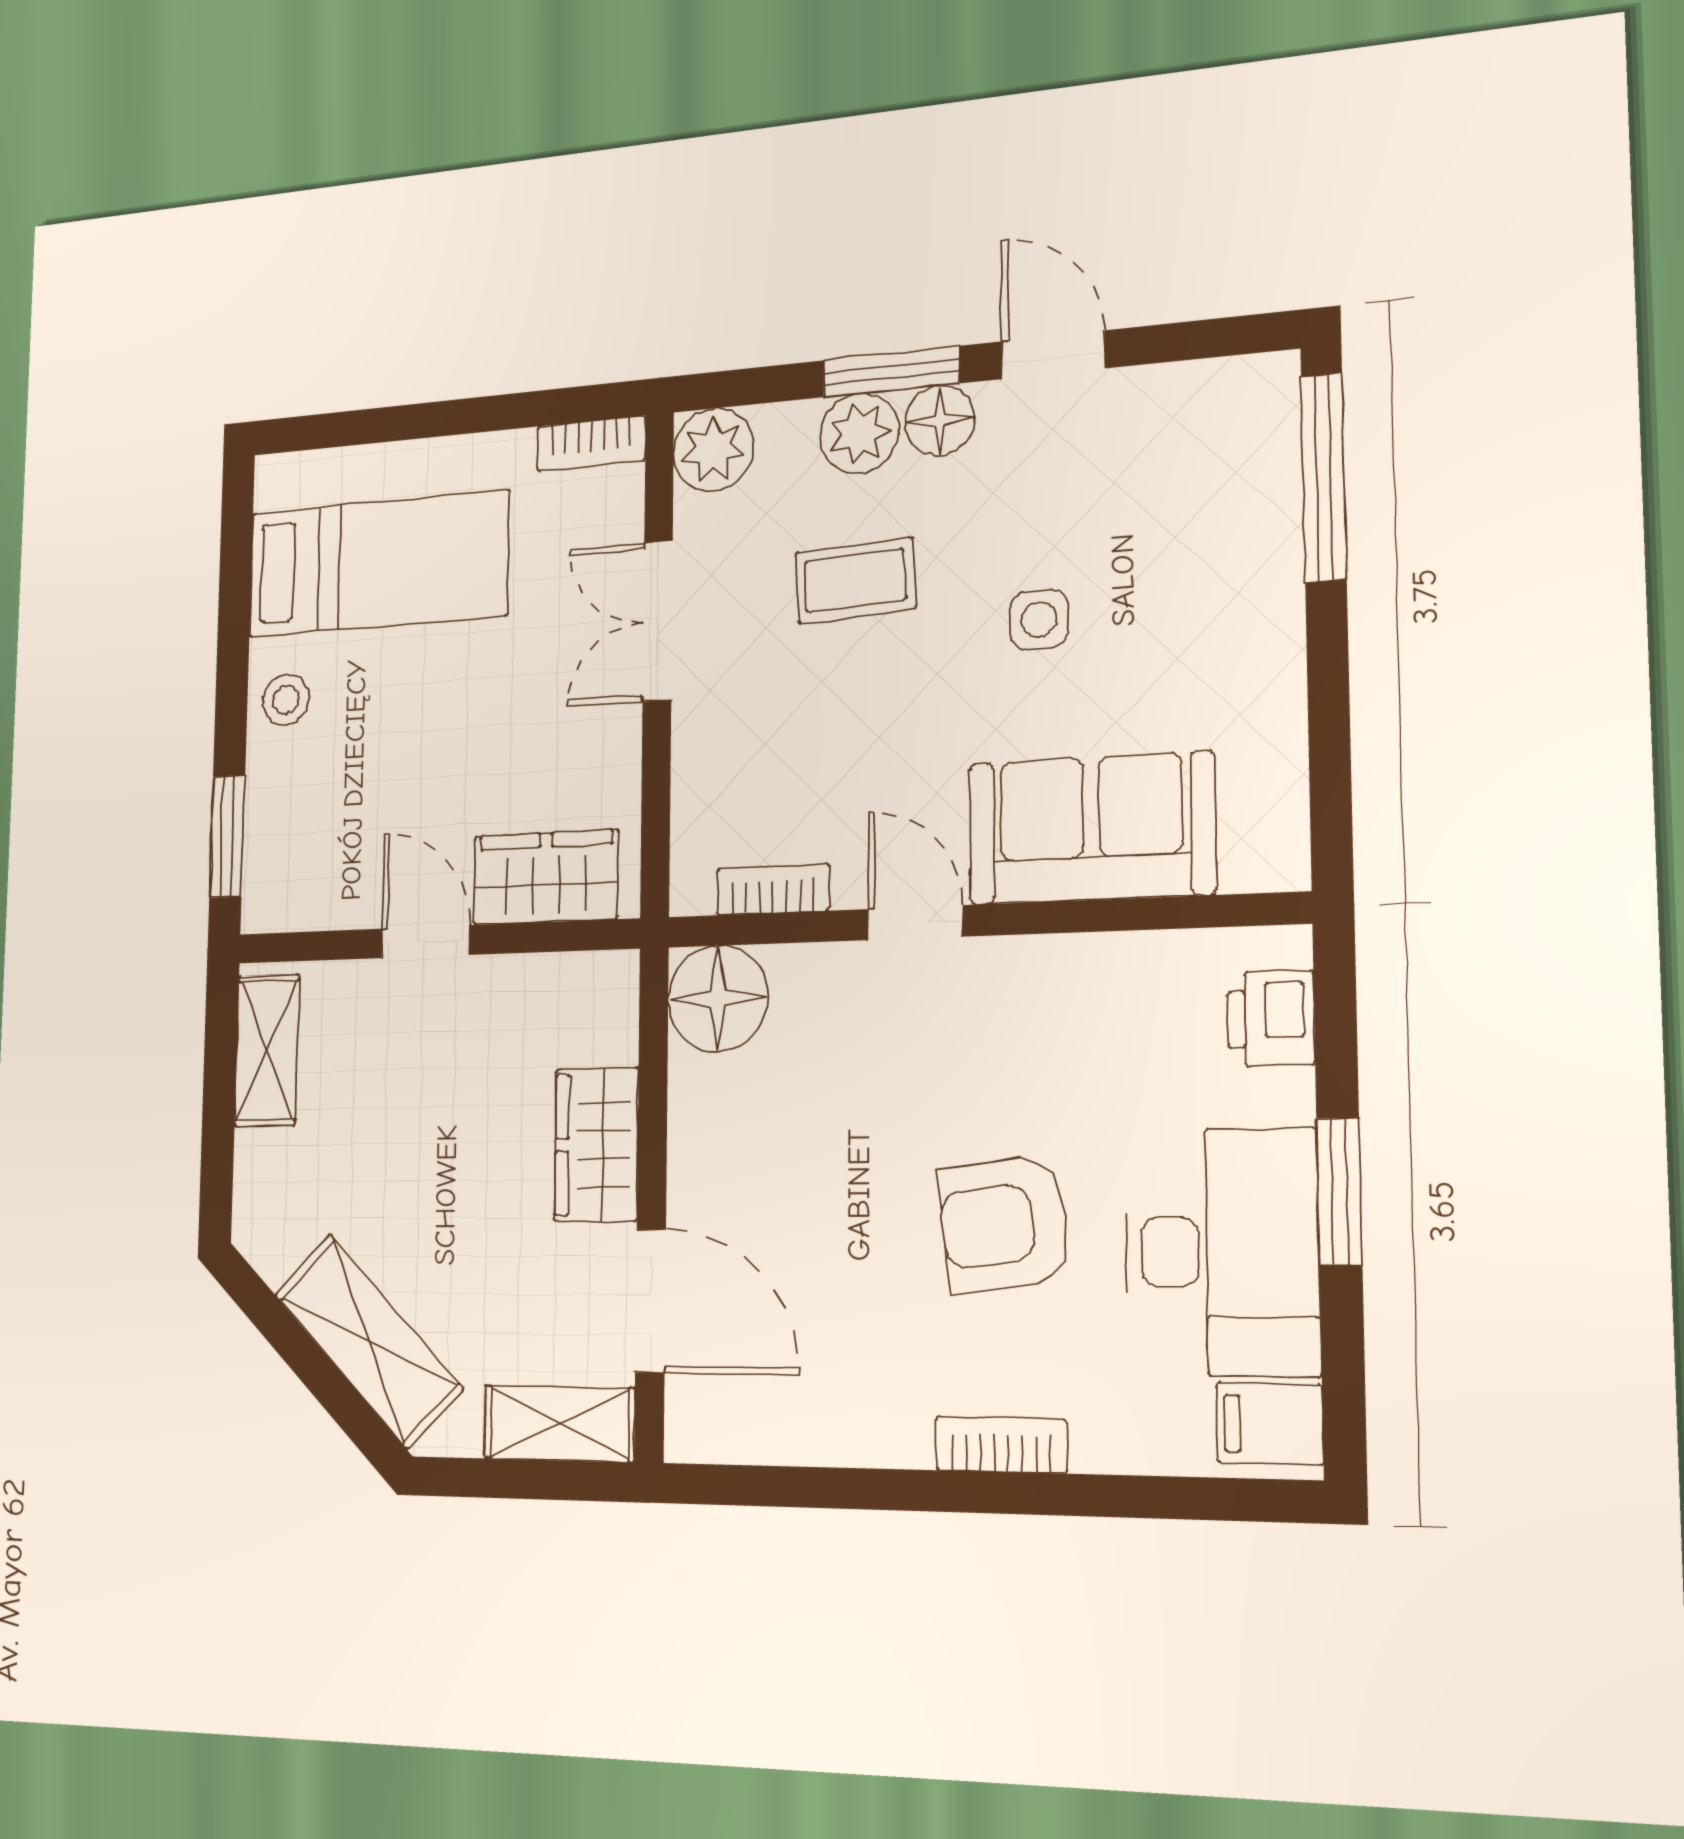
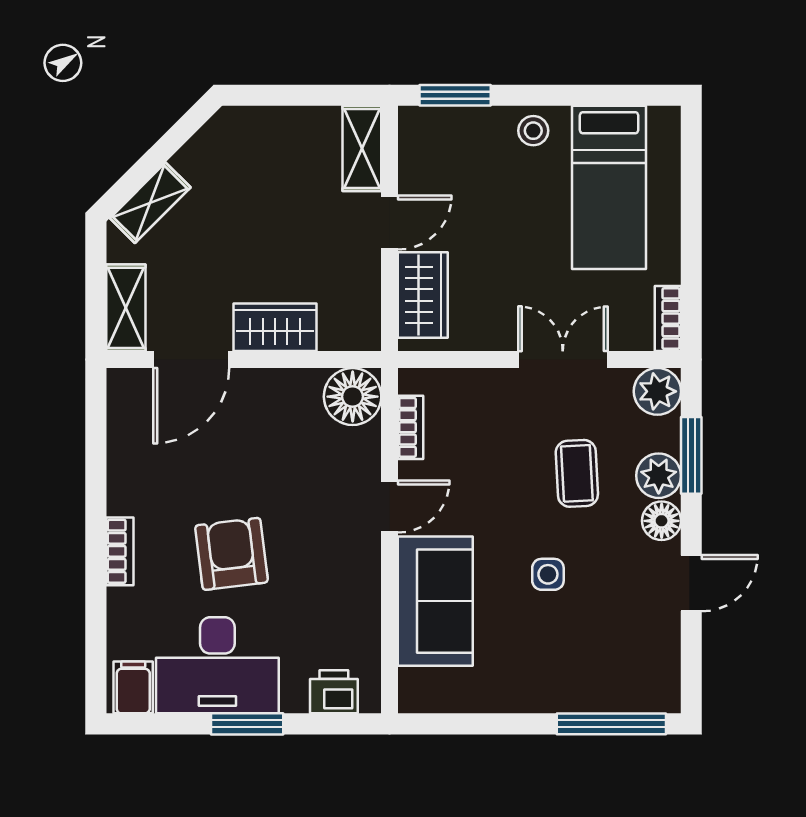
window: (891, 372) -> (691, 455), moved
shelving: (267, 1050) -> (362, 148), moved, turned 90
shelving: (368, 1341) -> (150, 203), width x0.67, depth x0.75

